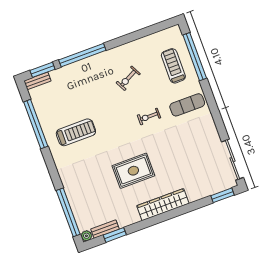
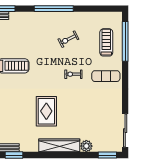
window: (82, 55) -> (54, 9), moved
rug: (133, 171) -> (46, 111), turned 90
plant: (194, 194) -> (86, 146), added

